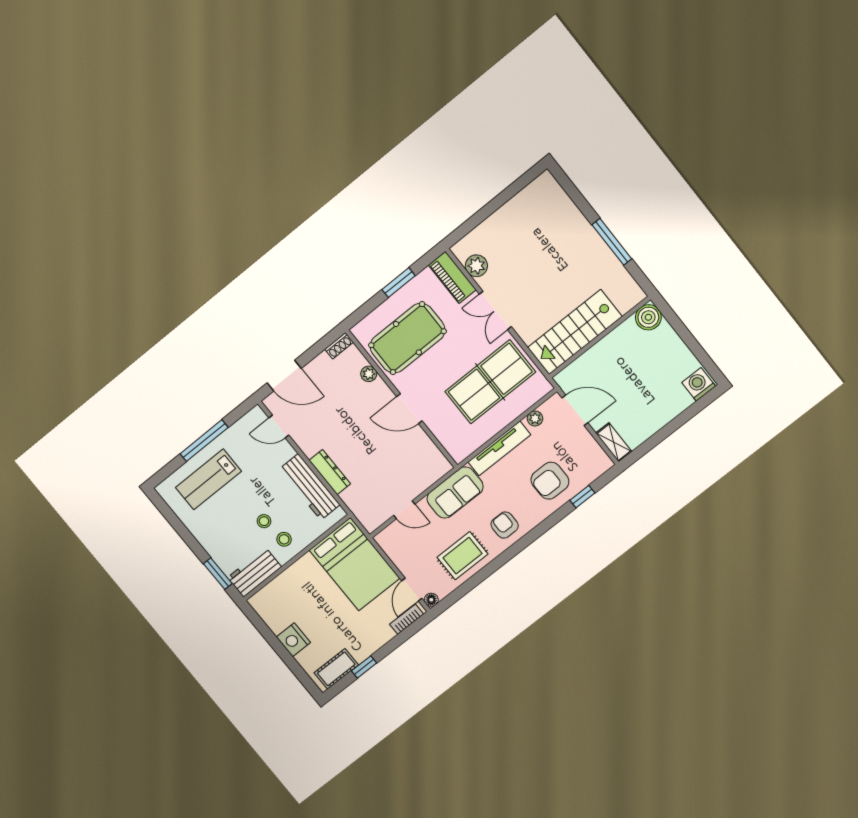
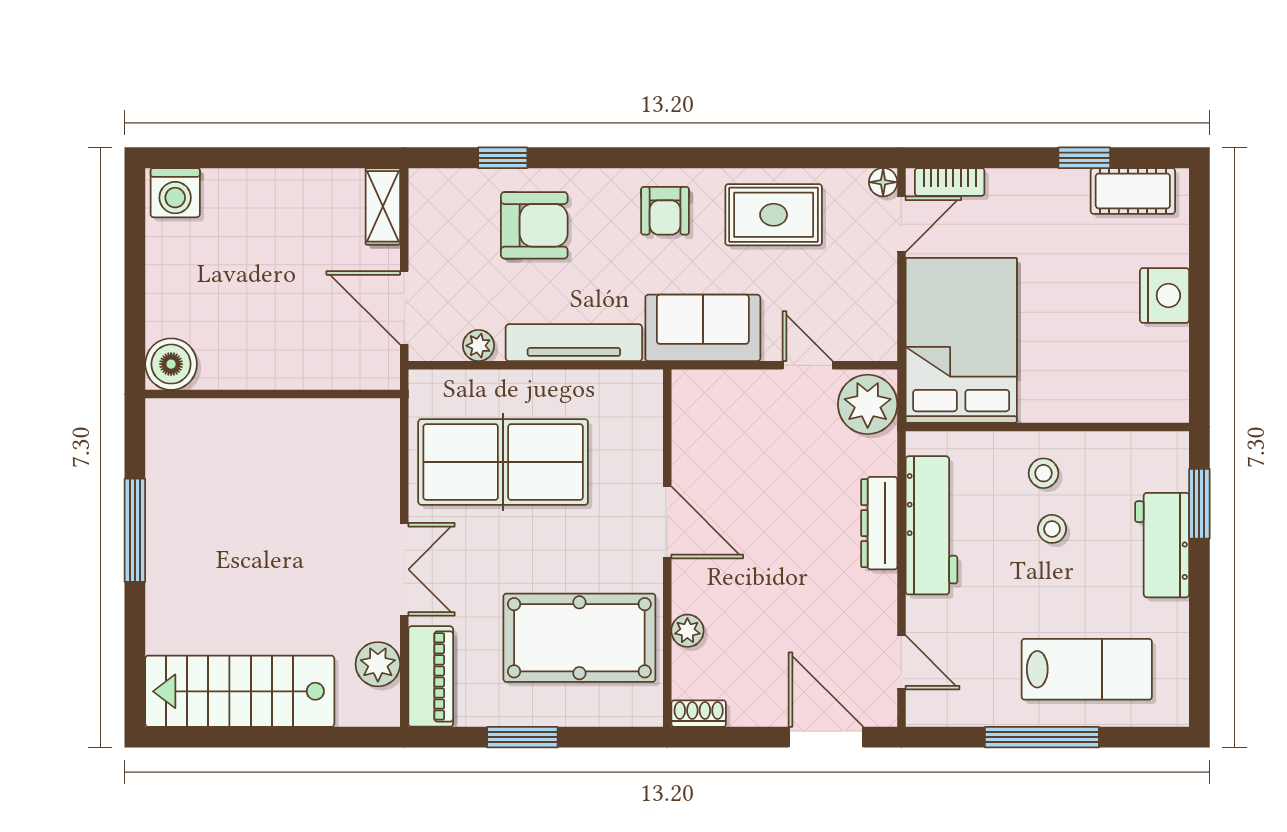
stairs: (575, 332) -> (240, 691), moved, turned 180
plant: (370, 513) -> (868, 404), added
workbench: (254, 572) -> (1162, 545), moved, turned 90

